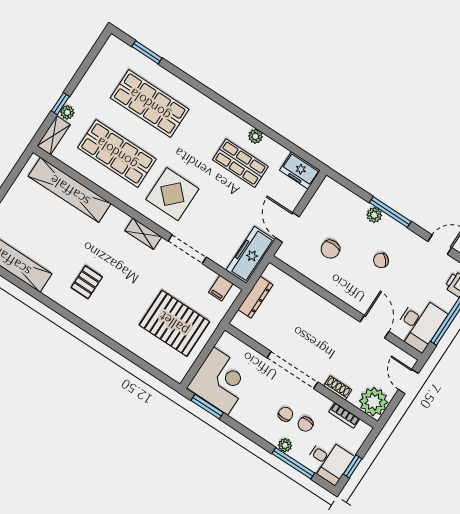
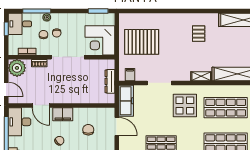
shelving: (143, 234) -> (201, 76), moved
filing cabinet: (352, 294) -> (63, 114), added
corner desk: (221, 381) -> (100, 40), moved

